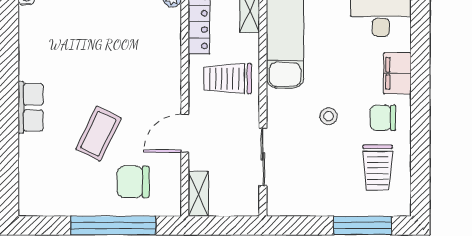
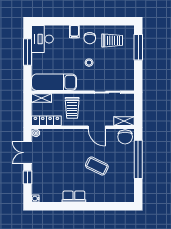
filing cabinet: (397, 73) -> (74, 32), width x0.50
row of seats: (31, 107) -> (74, 197), moved
chair: (133, 182) -> (125, 137), moved

